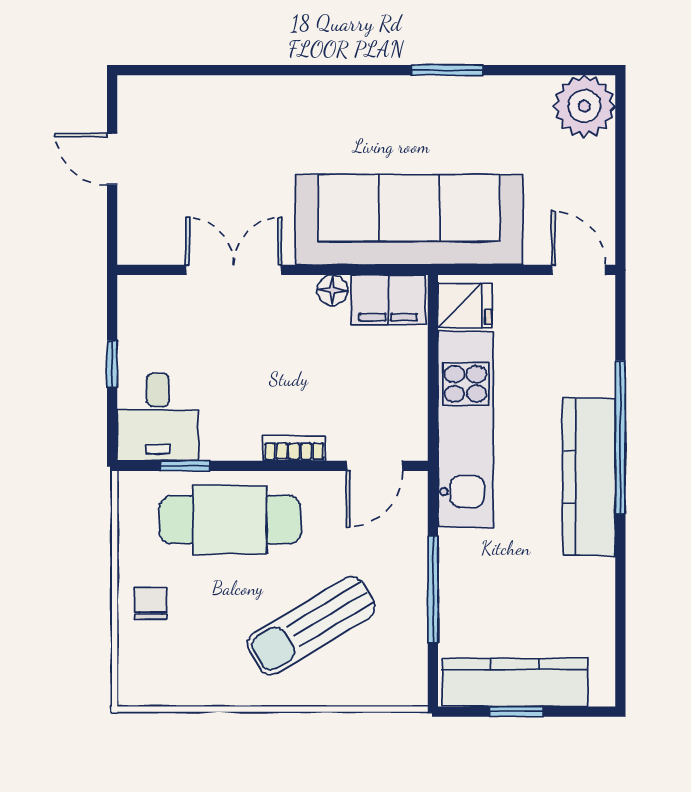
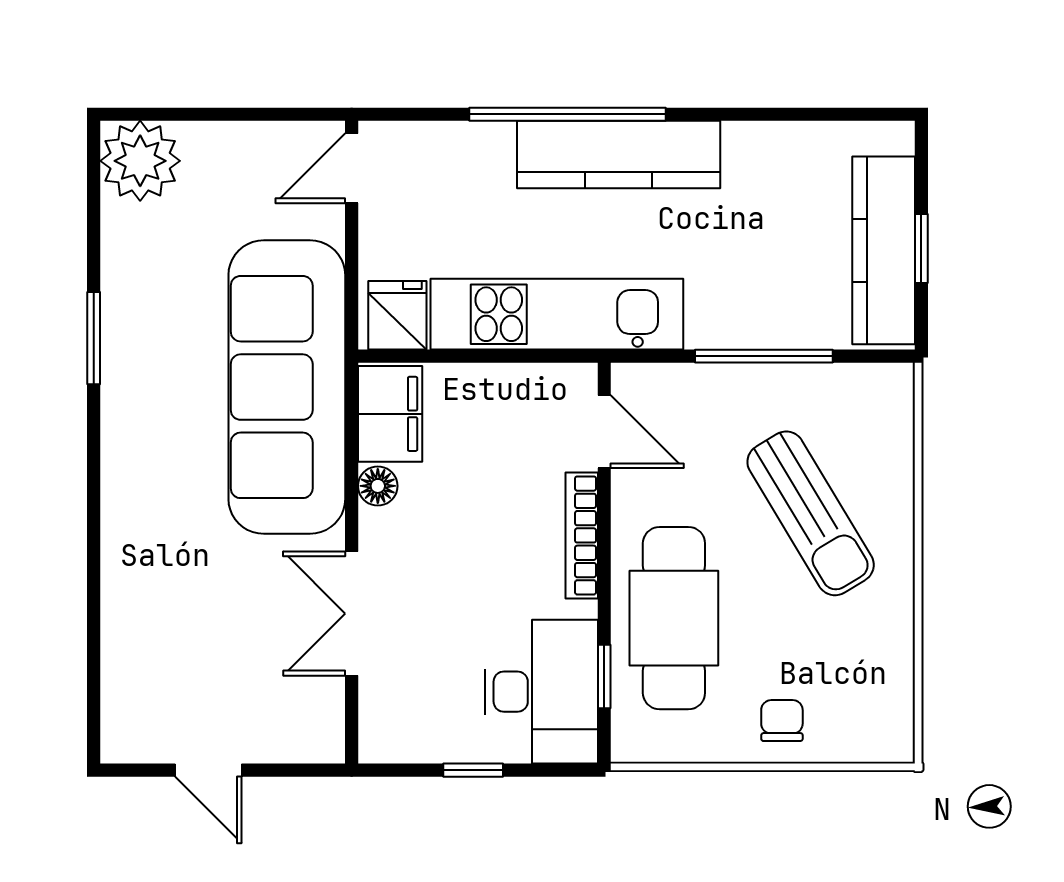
door: (112, 159) -> (208, 770), hinge flipped
desk: (158, 417) -> (541, 692), width x1.37
bookcase: (294, 448) -> (582, 535), width x1.56
chair: (151, 603) -> (782, 721), turned 90

